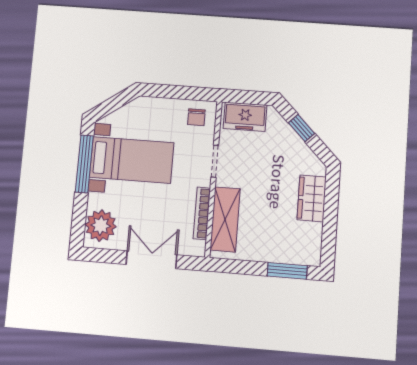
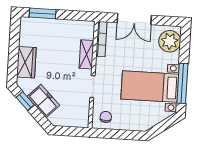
freezer: (245, 117) -> (43, 101), moved, turned 45
window: (301, 128) -> (25, 101), moved
bookcase: (202, 213) -> (101, 39), moved
shelving: (225, 219) -> (86, 54), width x0.67, depth x0.75

